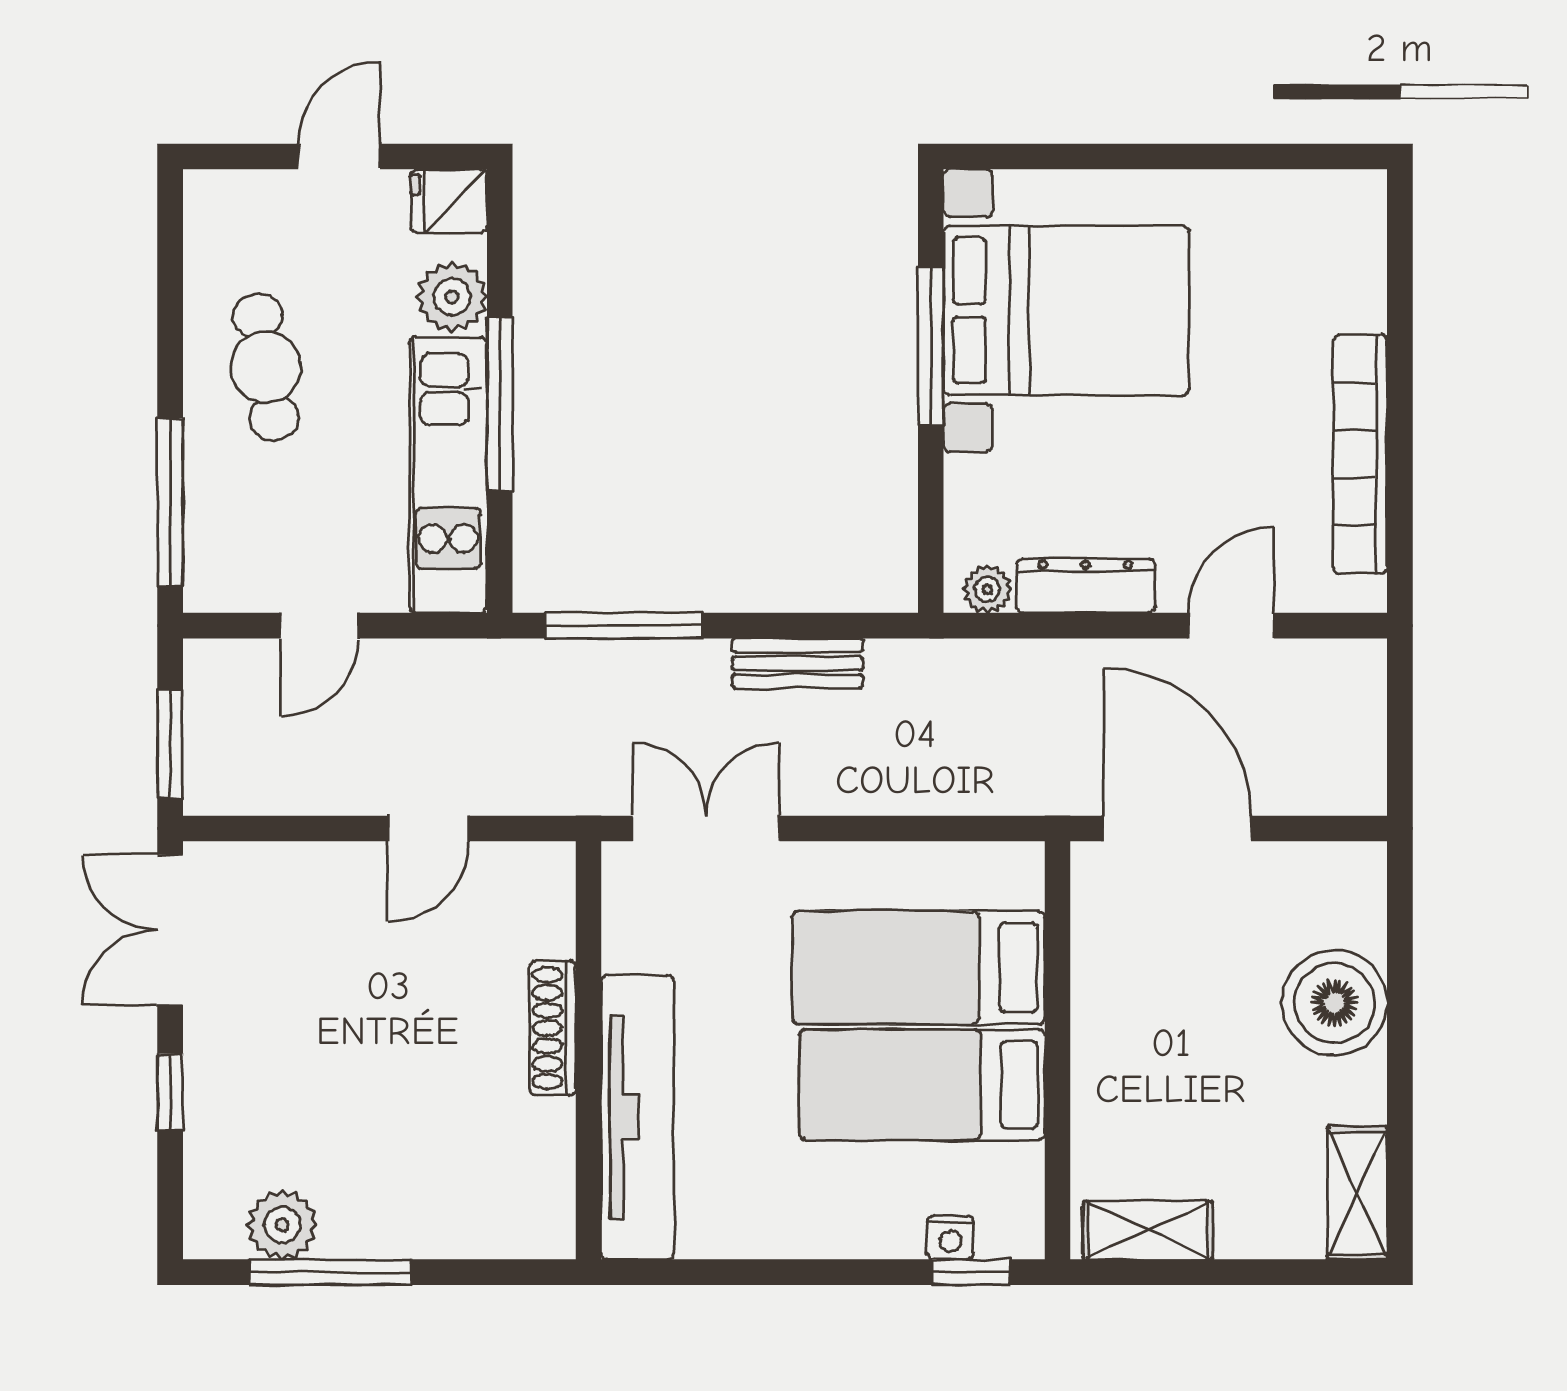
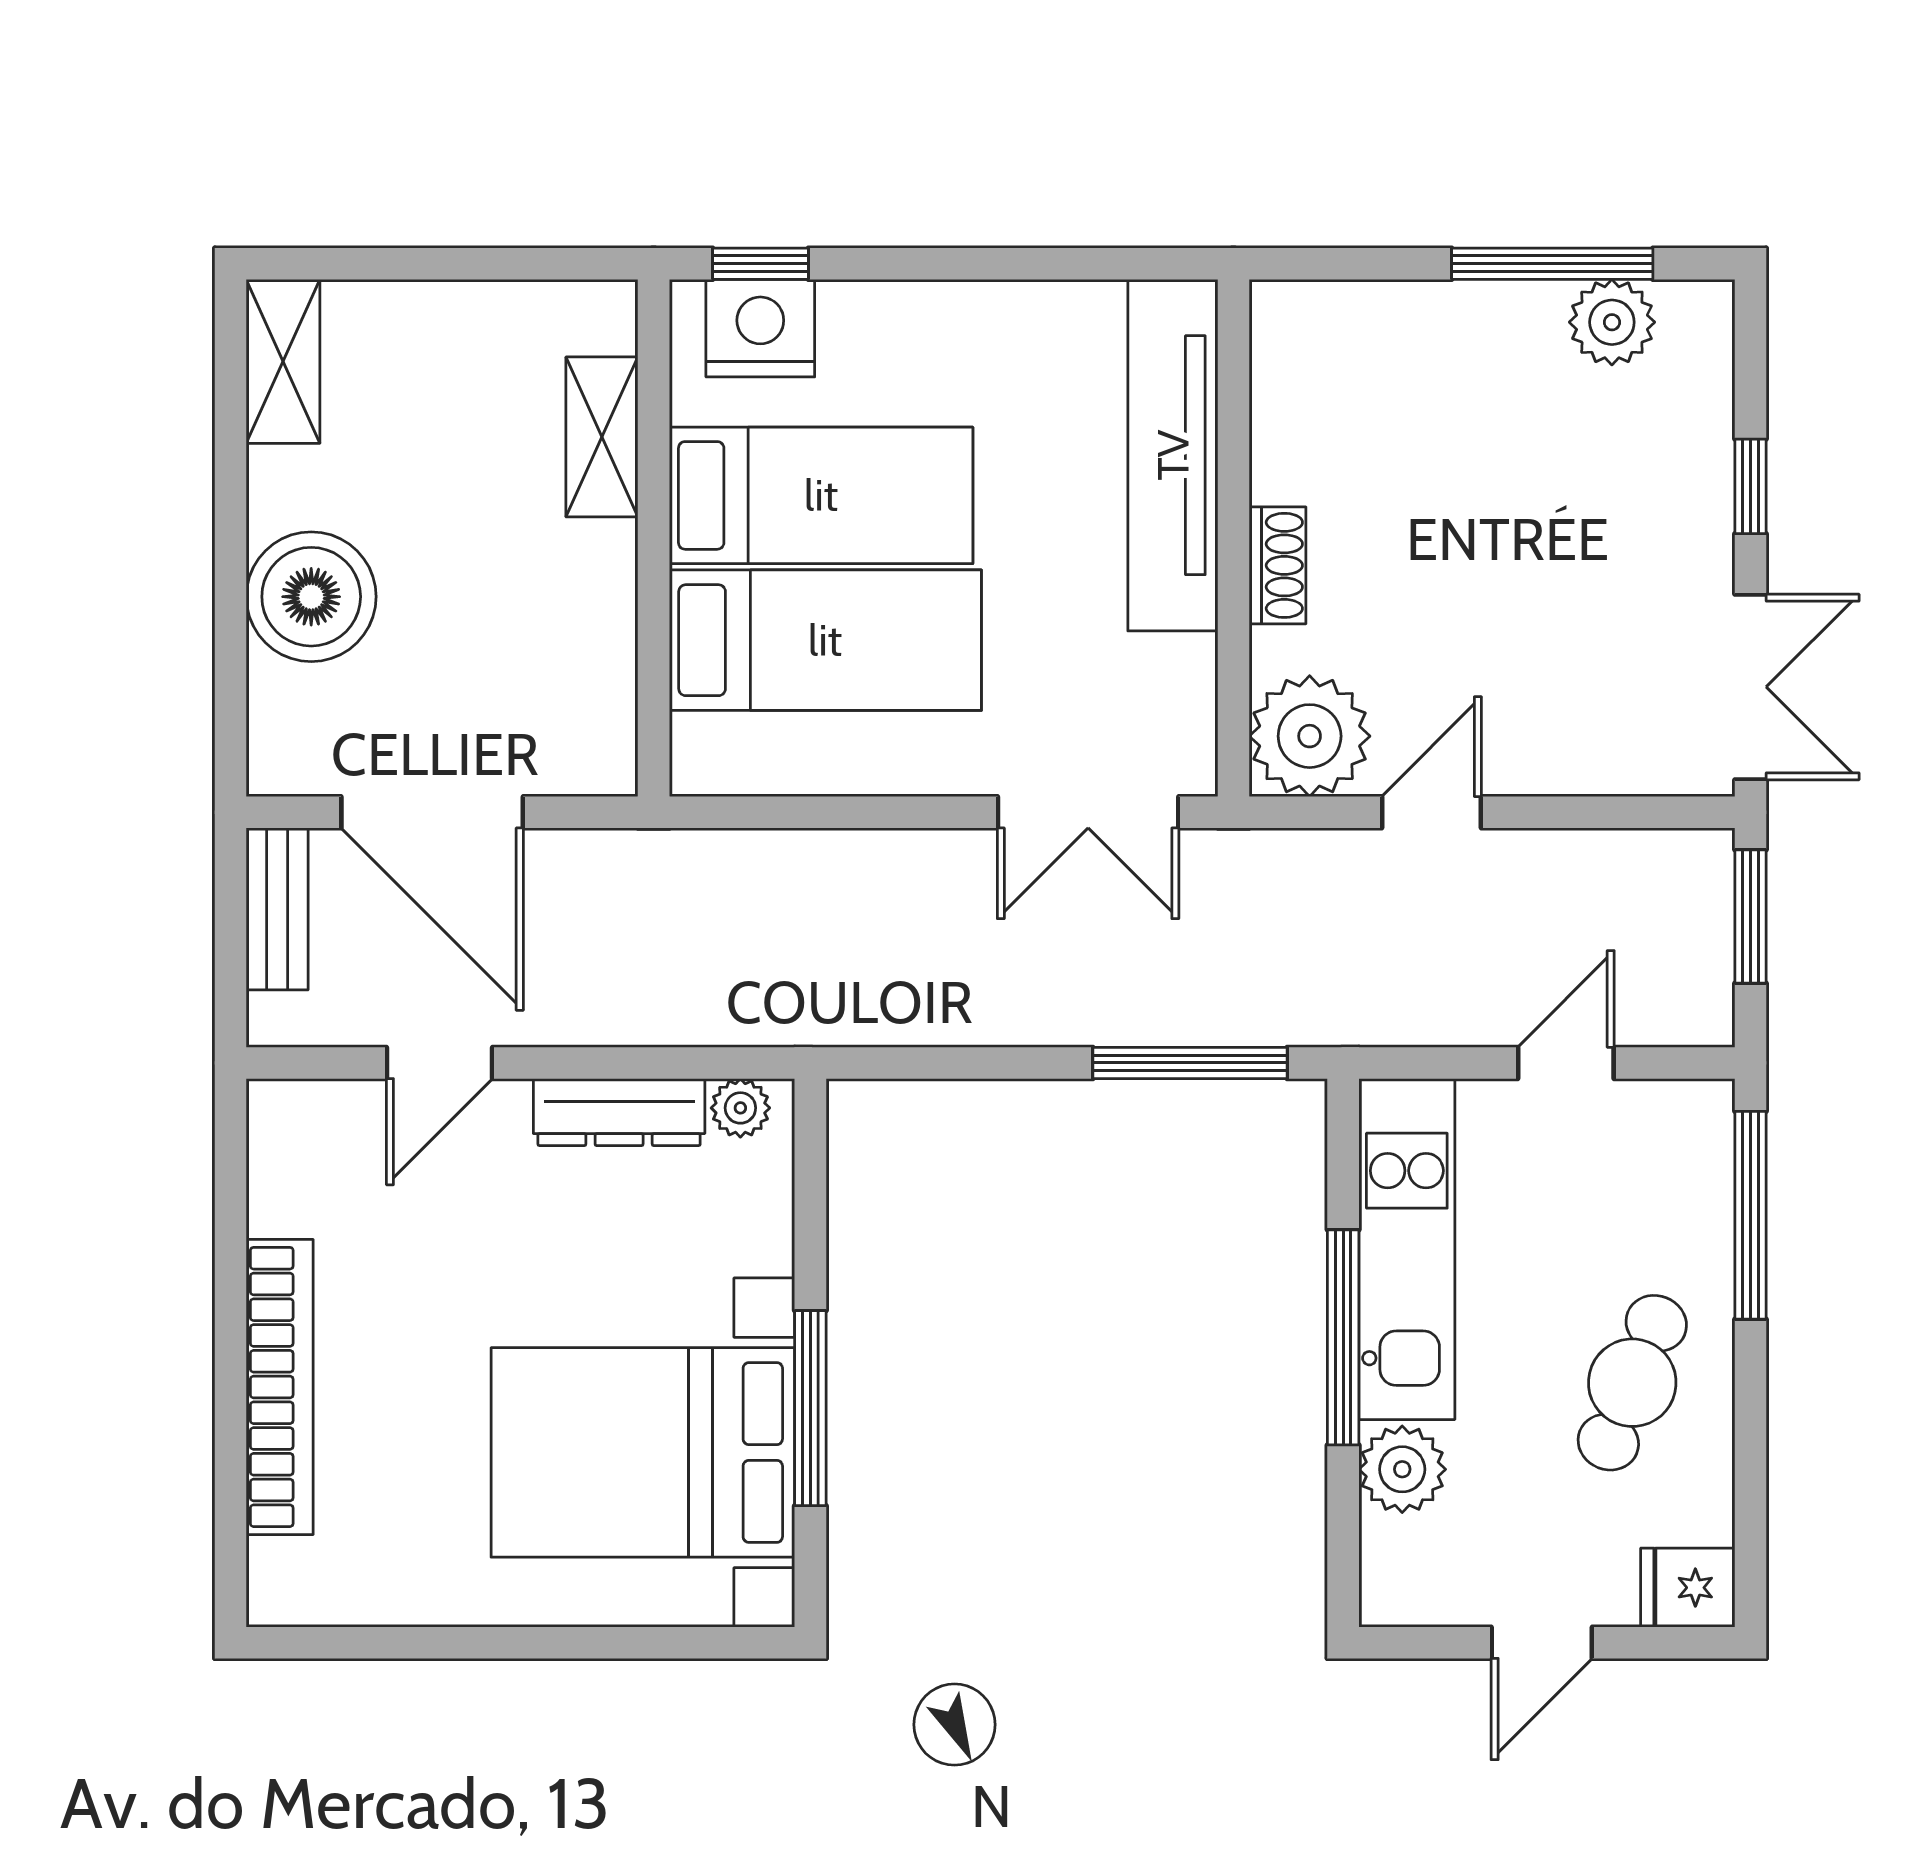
fridge: (449, 201) -> (1688, 1588), moved, turned 180
cafe table: (266, 367) -> (1632, 1383), turned 31
bookcase: (1360, 454) -> (280, 1387), moved
bench: (797, 663) -> (277, 909), moved, turned 90
door: (1177, 828) -> (432, 812), moved
plant: (527, 890) -> (1310, 736), added
shoe rack: (553, 1028) -> (1278, 565), width x0.70
shelving: (1148, 1230) -> (602, 437), moved, turned 90
nightstand: (951, 1237) -> (760, 328), width x1.89, depth x1.79

